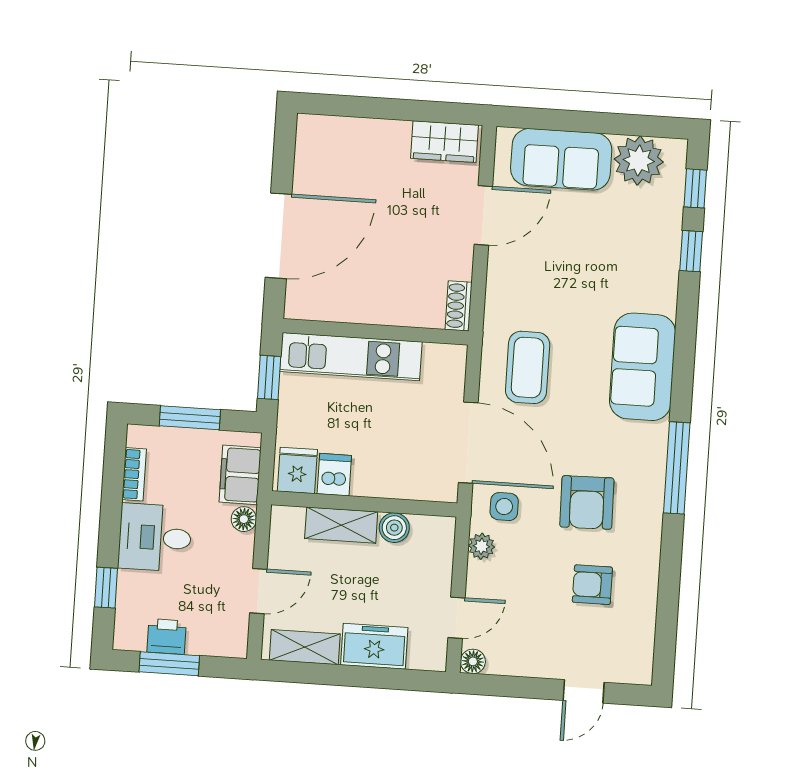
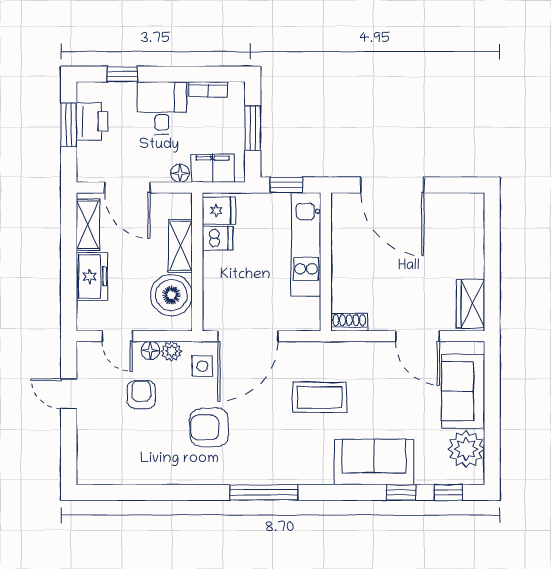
coffee table: (528, 367) -> (320, 397), moved
sofa: (643, 367) -> (374, 462), moved
window: (677, 468) -> (264, 492), moved
boiler: (394, 528) -> (171, 295), width x1.86, depth x1.86
armchair: (592, 585) -> (141, 395), moved
door: (258, 591) -> (127, 188), width x1.38
printer: (167, 637) -> (92, 122), width x1.36, depth x1.24
floor lamp: (473, 661) -> (150, 350), moved
door: (584, 691) -> (69, 394), moved

